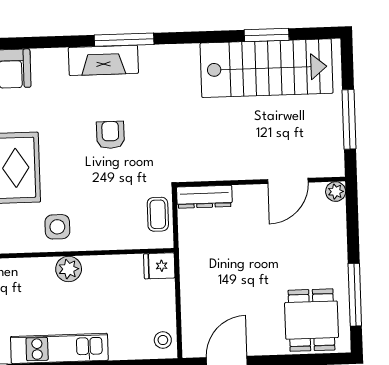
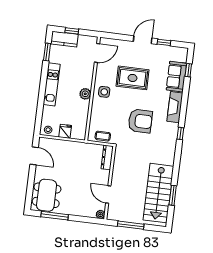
window: (124, 40) -> (180, 133), width x0.46
fireplace: (103, 60) -> (175, 107), moved
armchair: (110, 135) -> (140, 121), width x1.88, depth x1.88
fridge: (159, 266) -> (65, 131), moved
dining table: (311, 320) -> (47, 195), width x1.38

